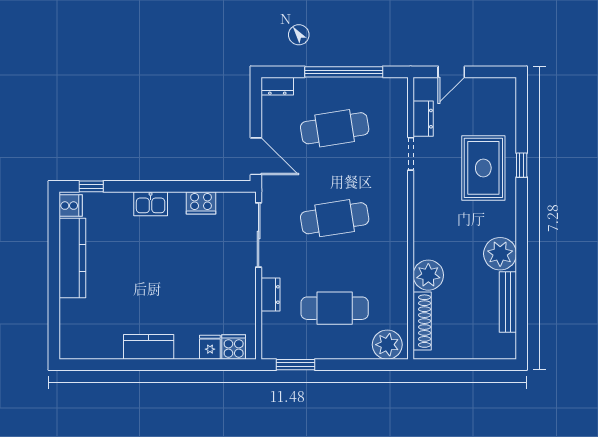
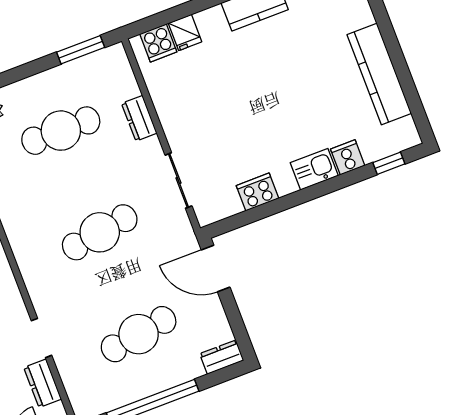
cooker: (71, 206) -> (348, 157), moved, turned 90
sliding door: (259, 235) -> (178, 181), width x0.73

